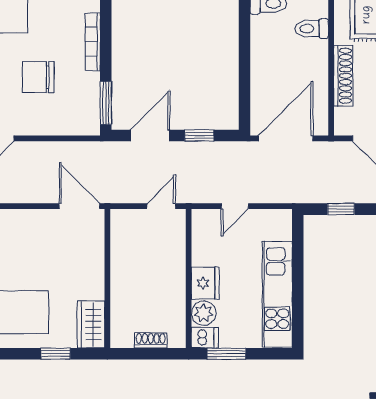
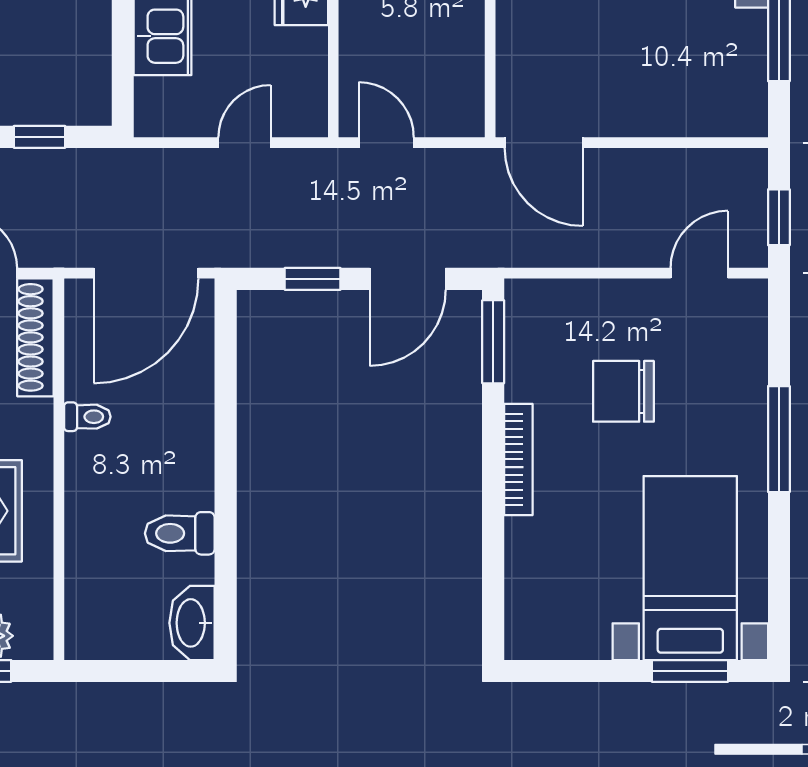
toilet: (312, 29) -> (87, 417), moved, width x0.73, depth x0.72
shoe rack: (343, 76) -> (35, 337), moved
chair: (38, 77) -> (623, 391), turned 180
door: (161, 206) -> (386, 143), swing flipped

